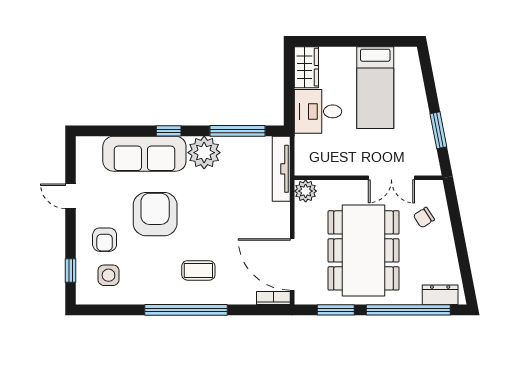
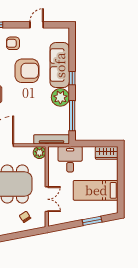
desk: (318, 111) -> (70, 159), moved
window: (438, 130) -> (92, 221), moved
double door: (391, 178) -> (47, 199), swing flipped

